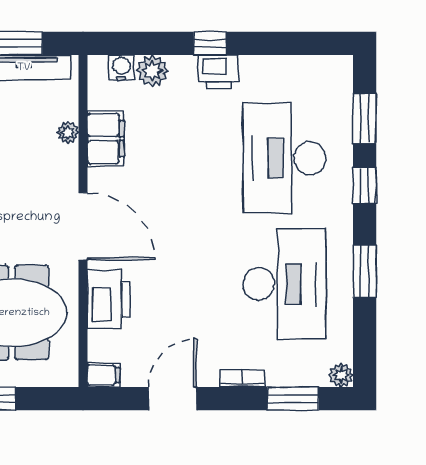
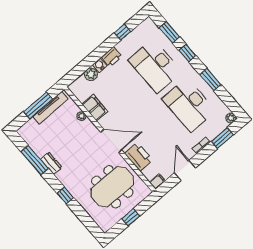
window: (210, 43) -> (123, 32), moved
water cooler: (122, 68) -> (100, 65), moved
desk: (284, 284) -> (189, 105), turned 180

